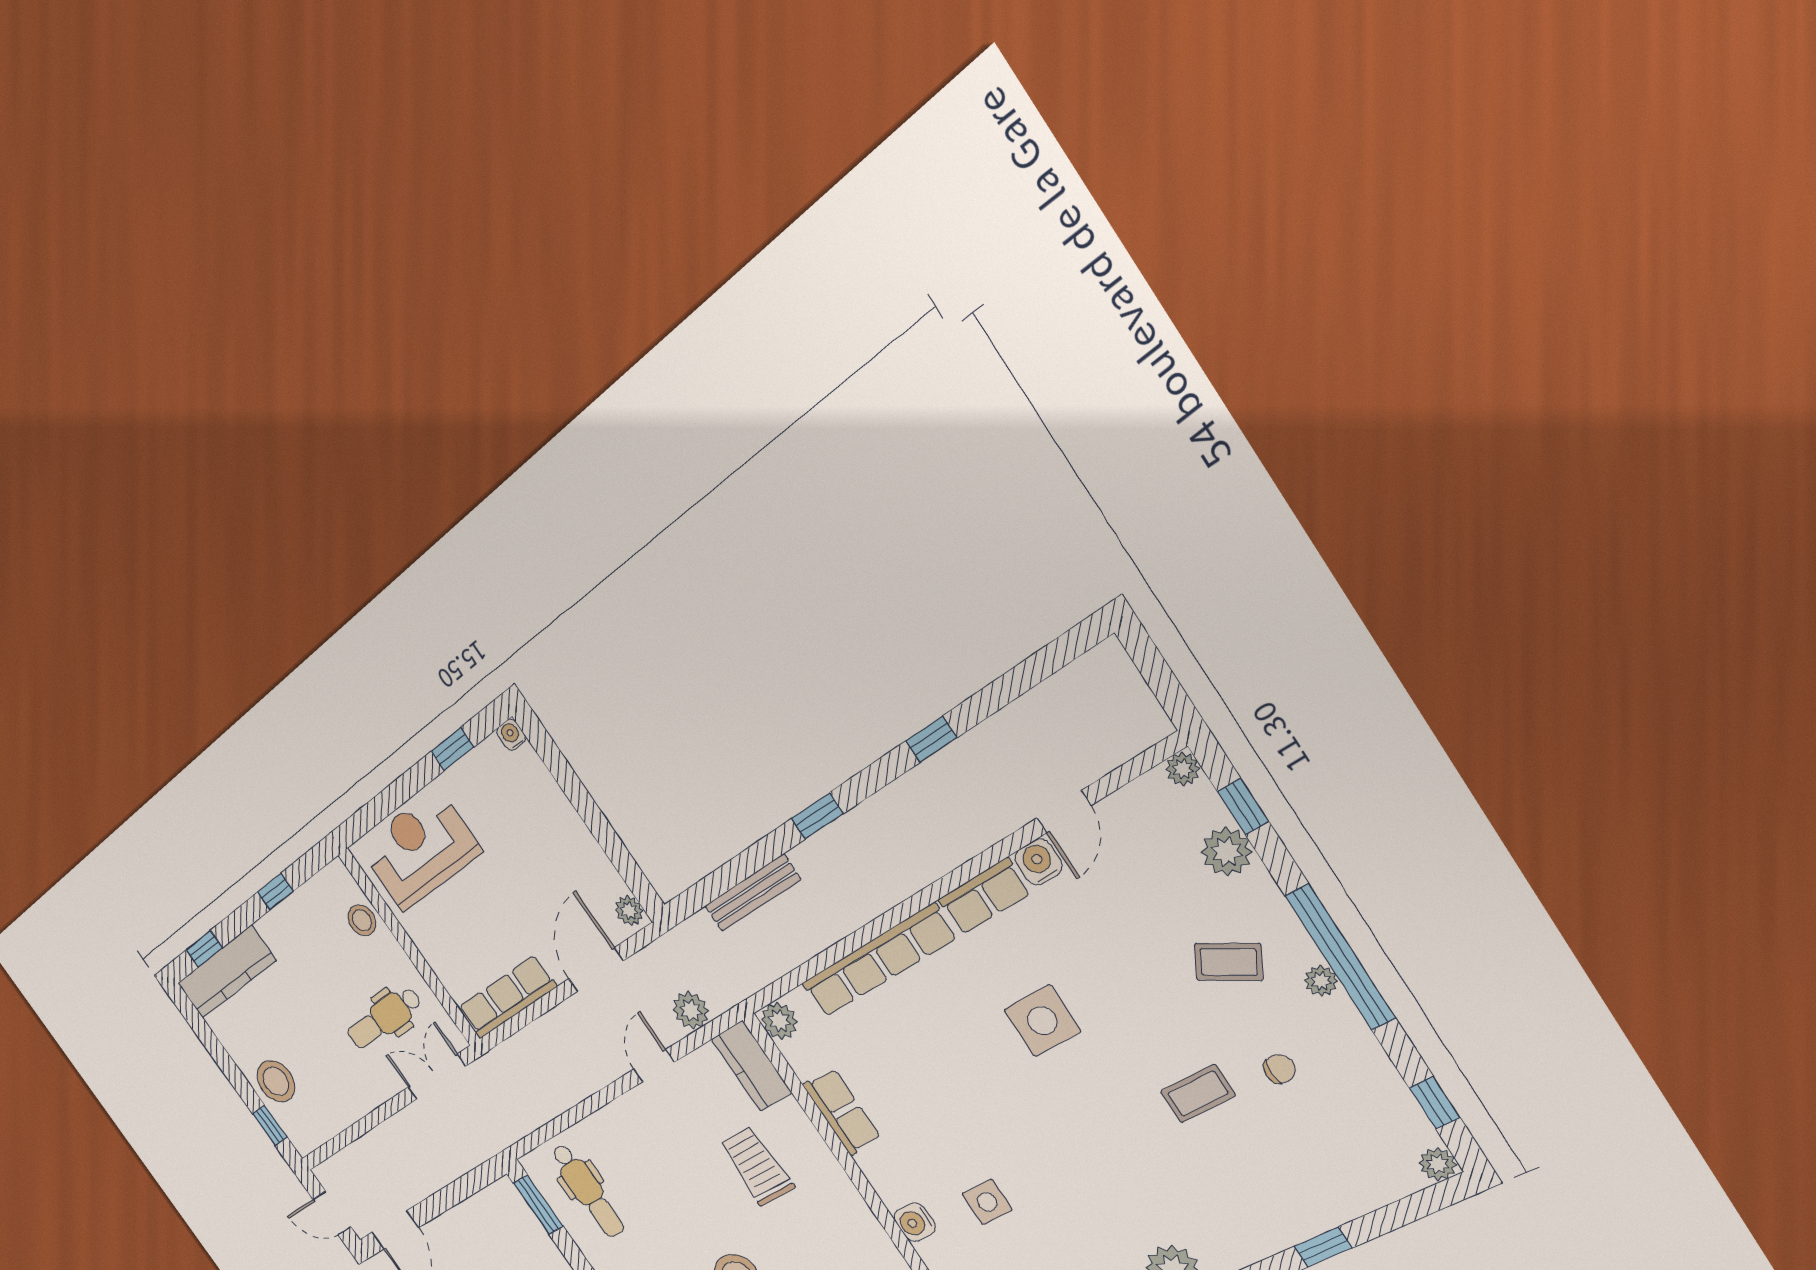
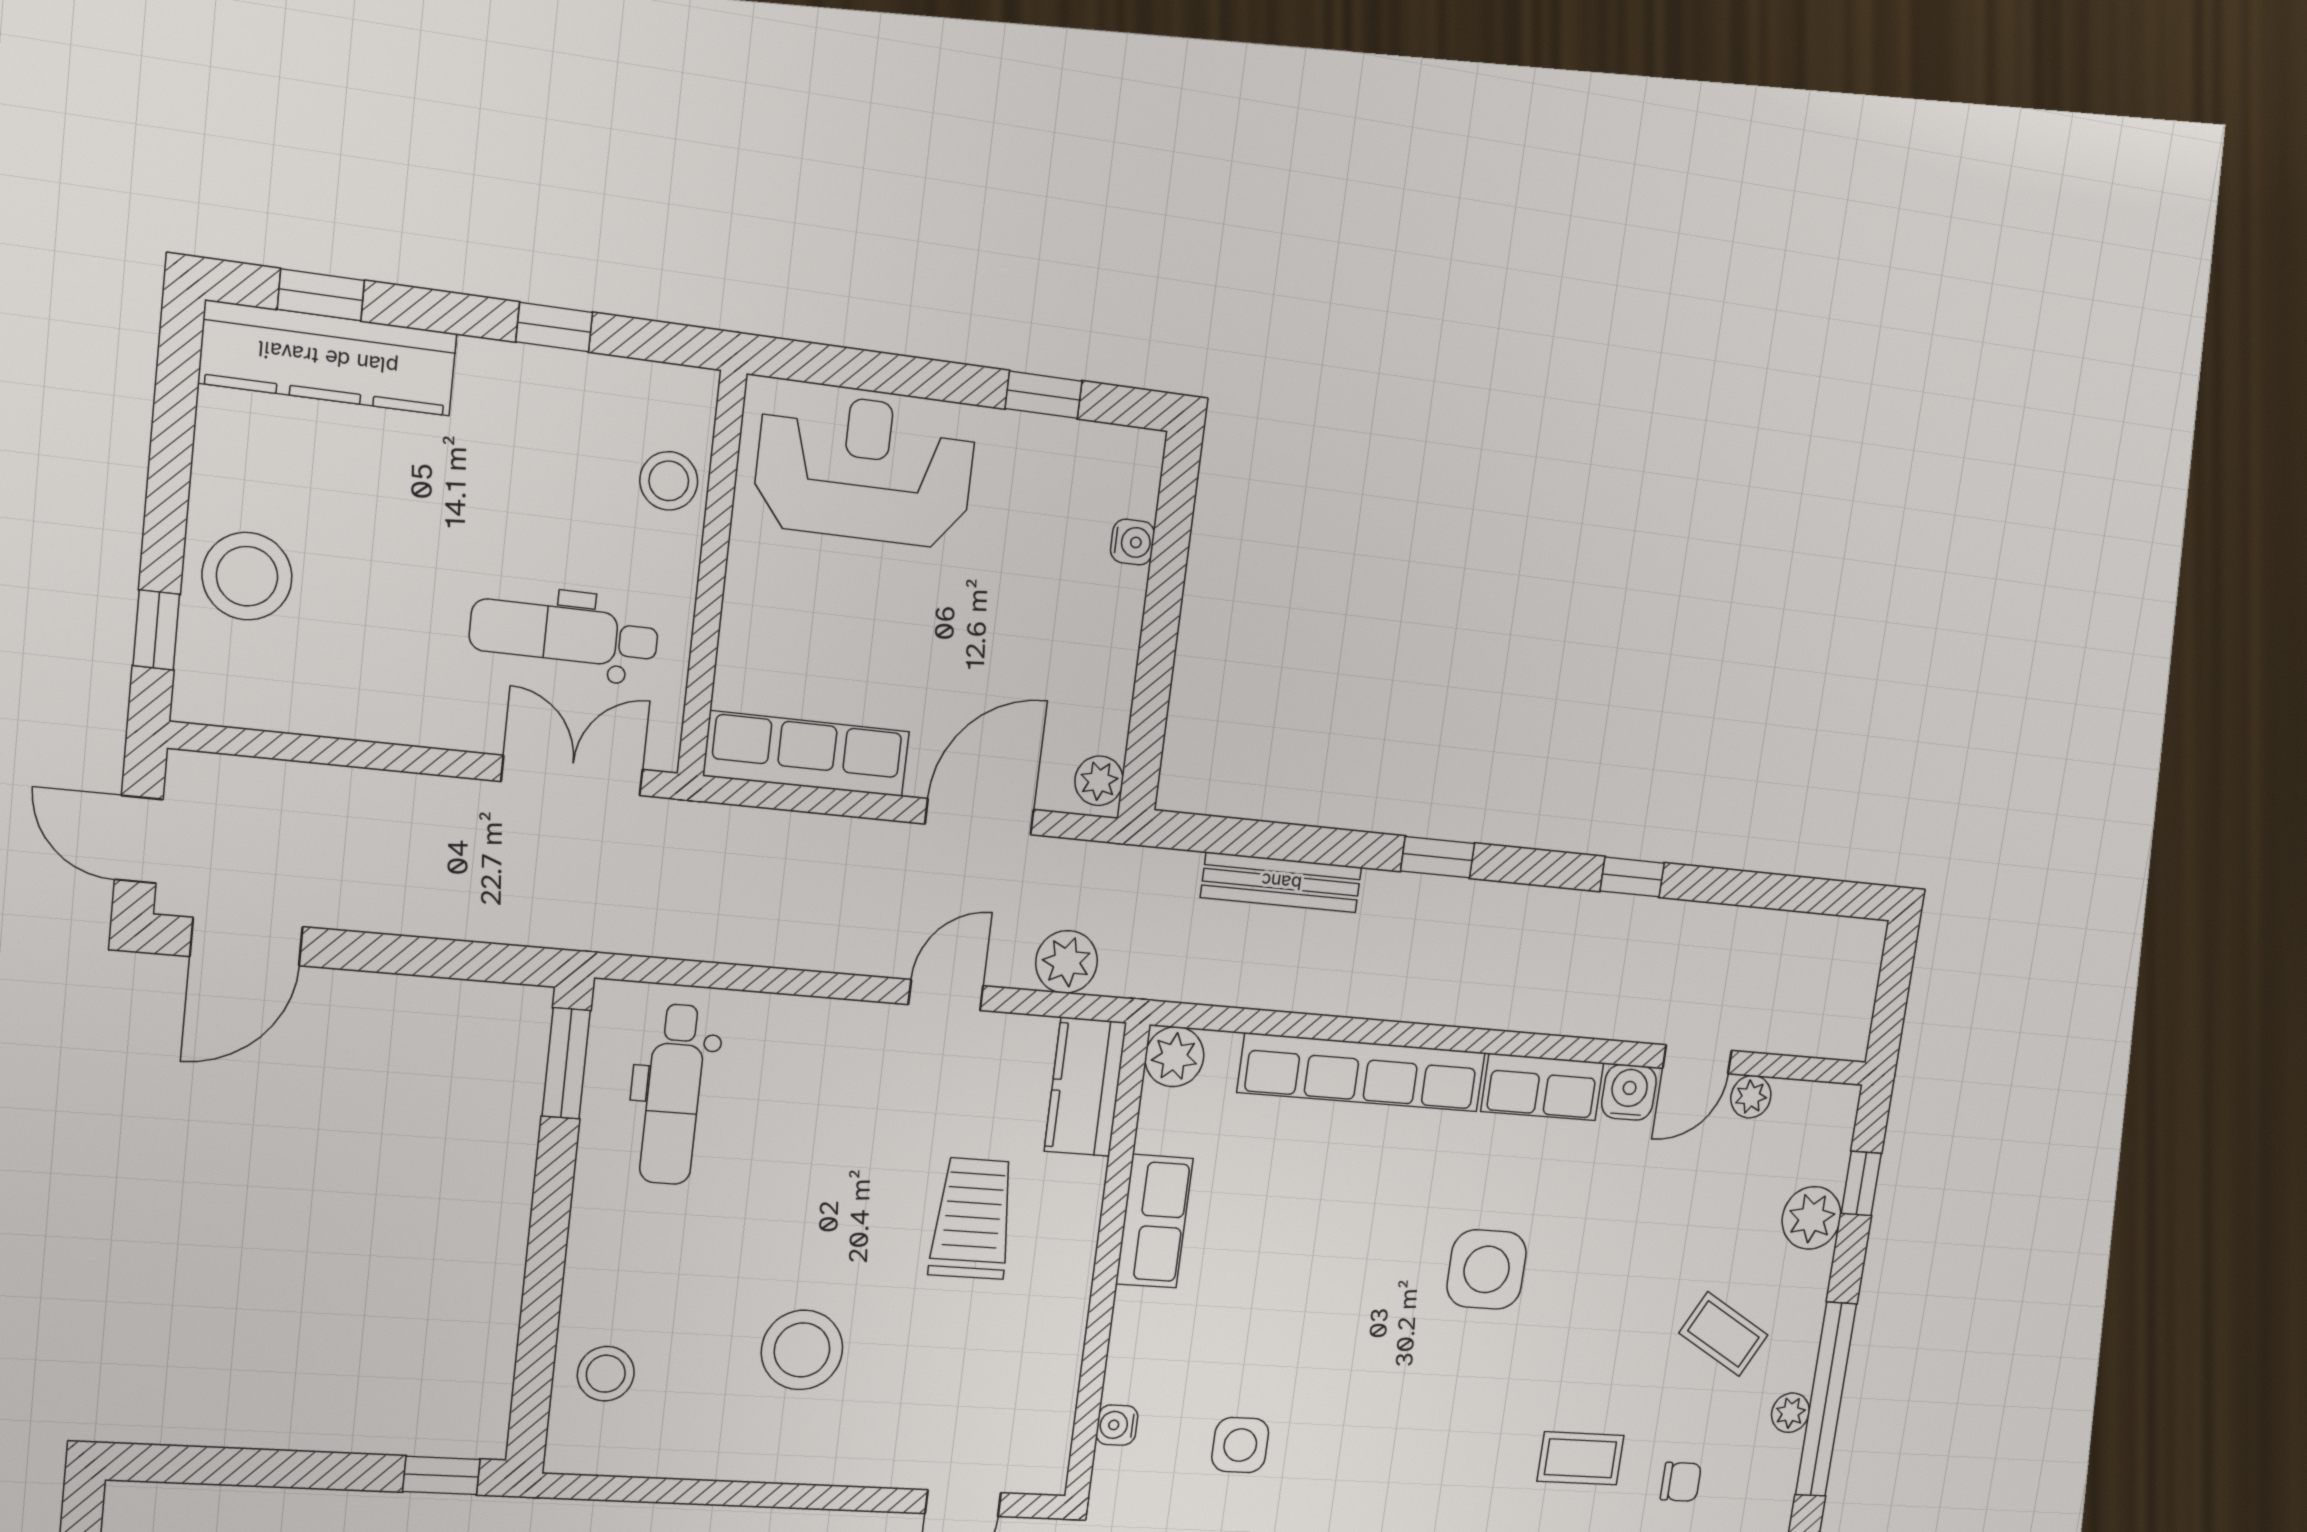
water cooler: (511, 735) -> (1133, 542), moved, turned 90
plant: (1183, 769) -> (1751, 1097), moved
water cooler: (915, 1222) -> (1117, 1425), width x0.72, depth x0.72

